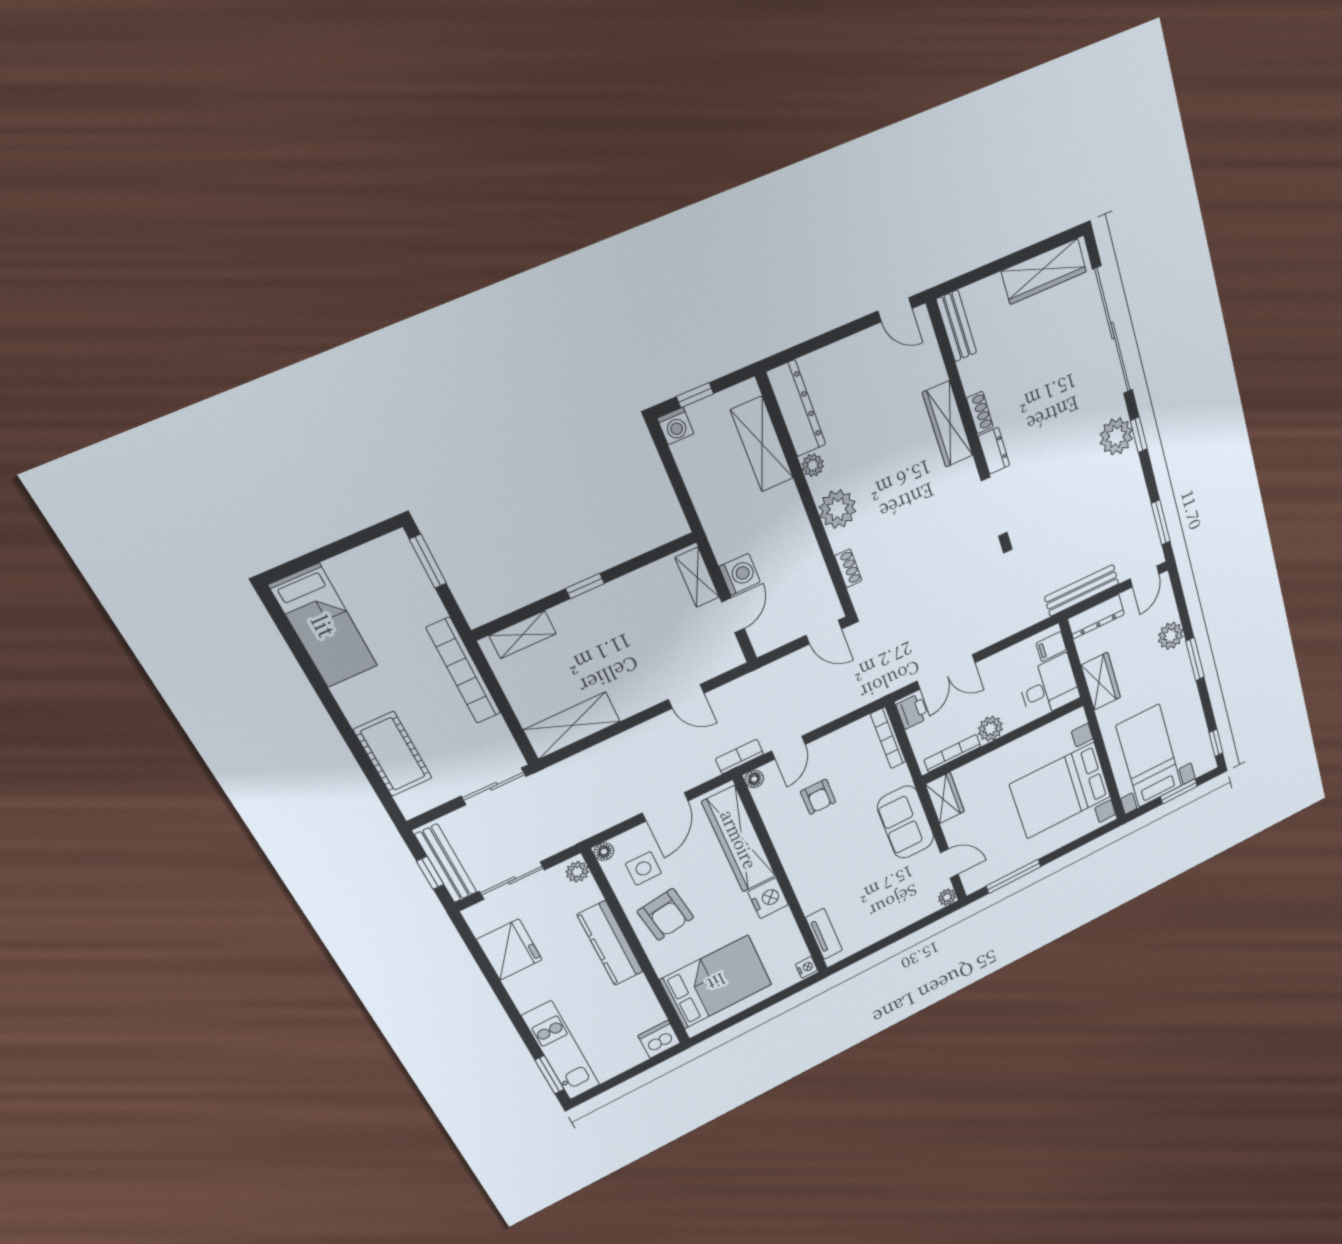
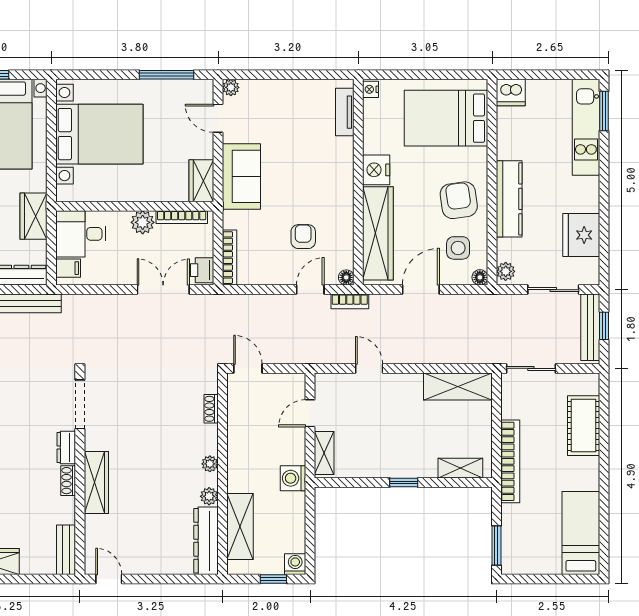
plant: (838, 509) -> (210, 464), width x0.53, depth x0.53
washing machine: (740, 574) -> (293, 478), moved

